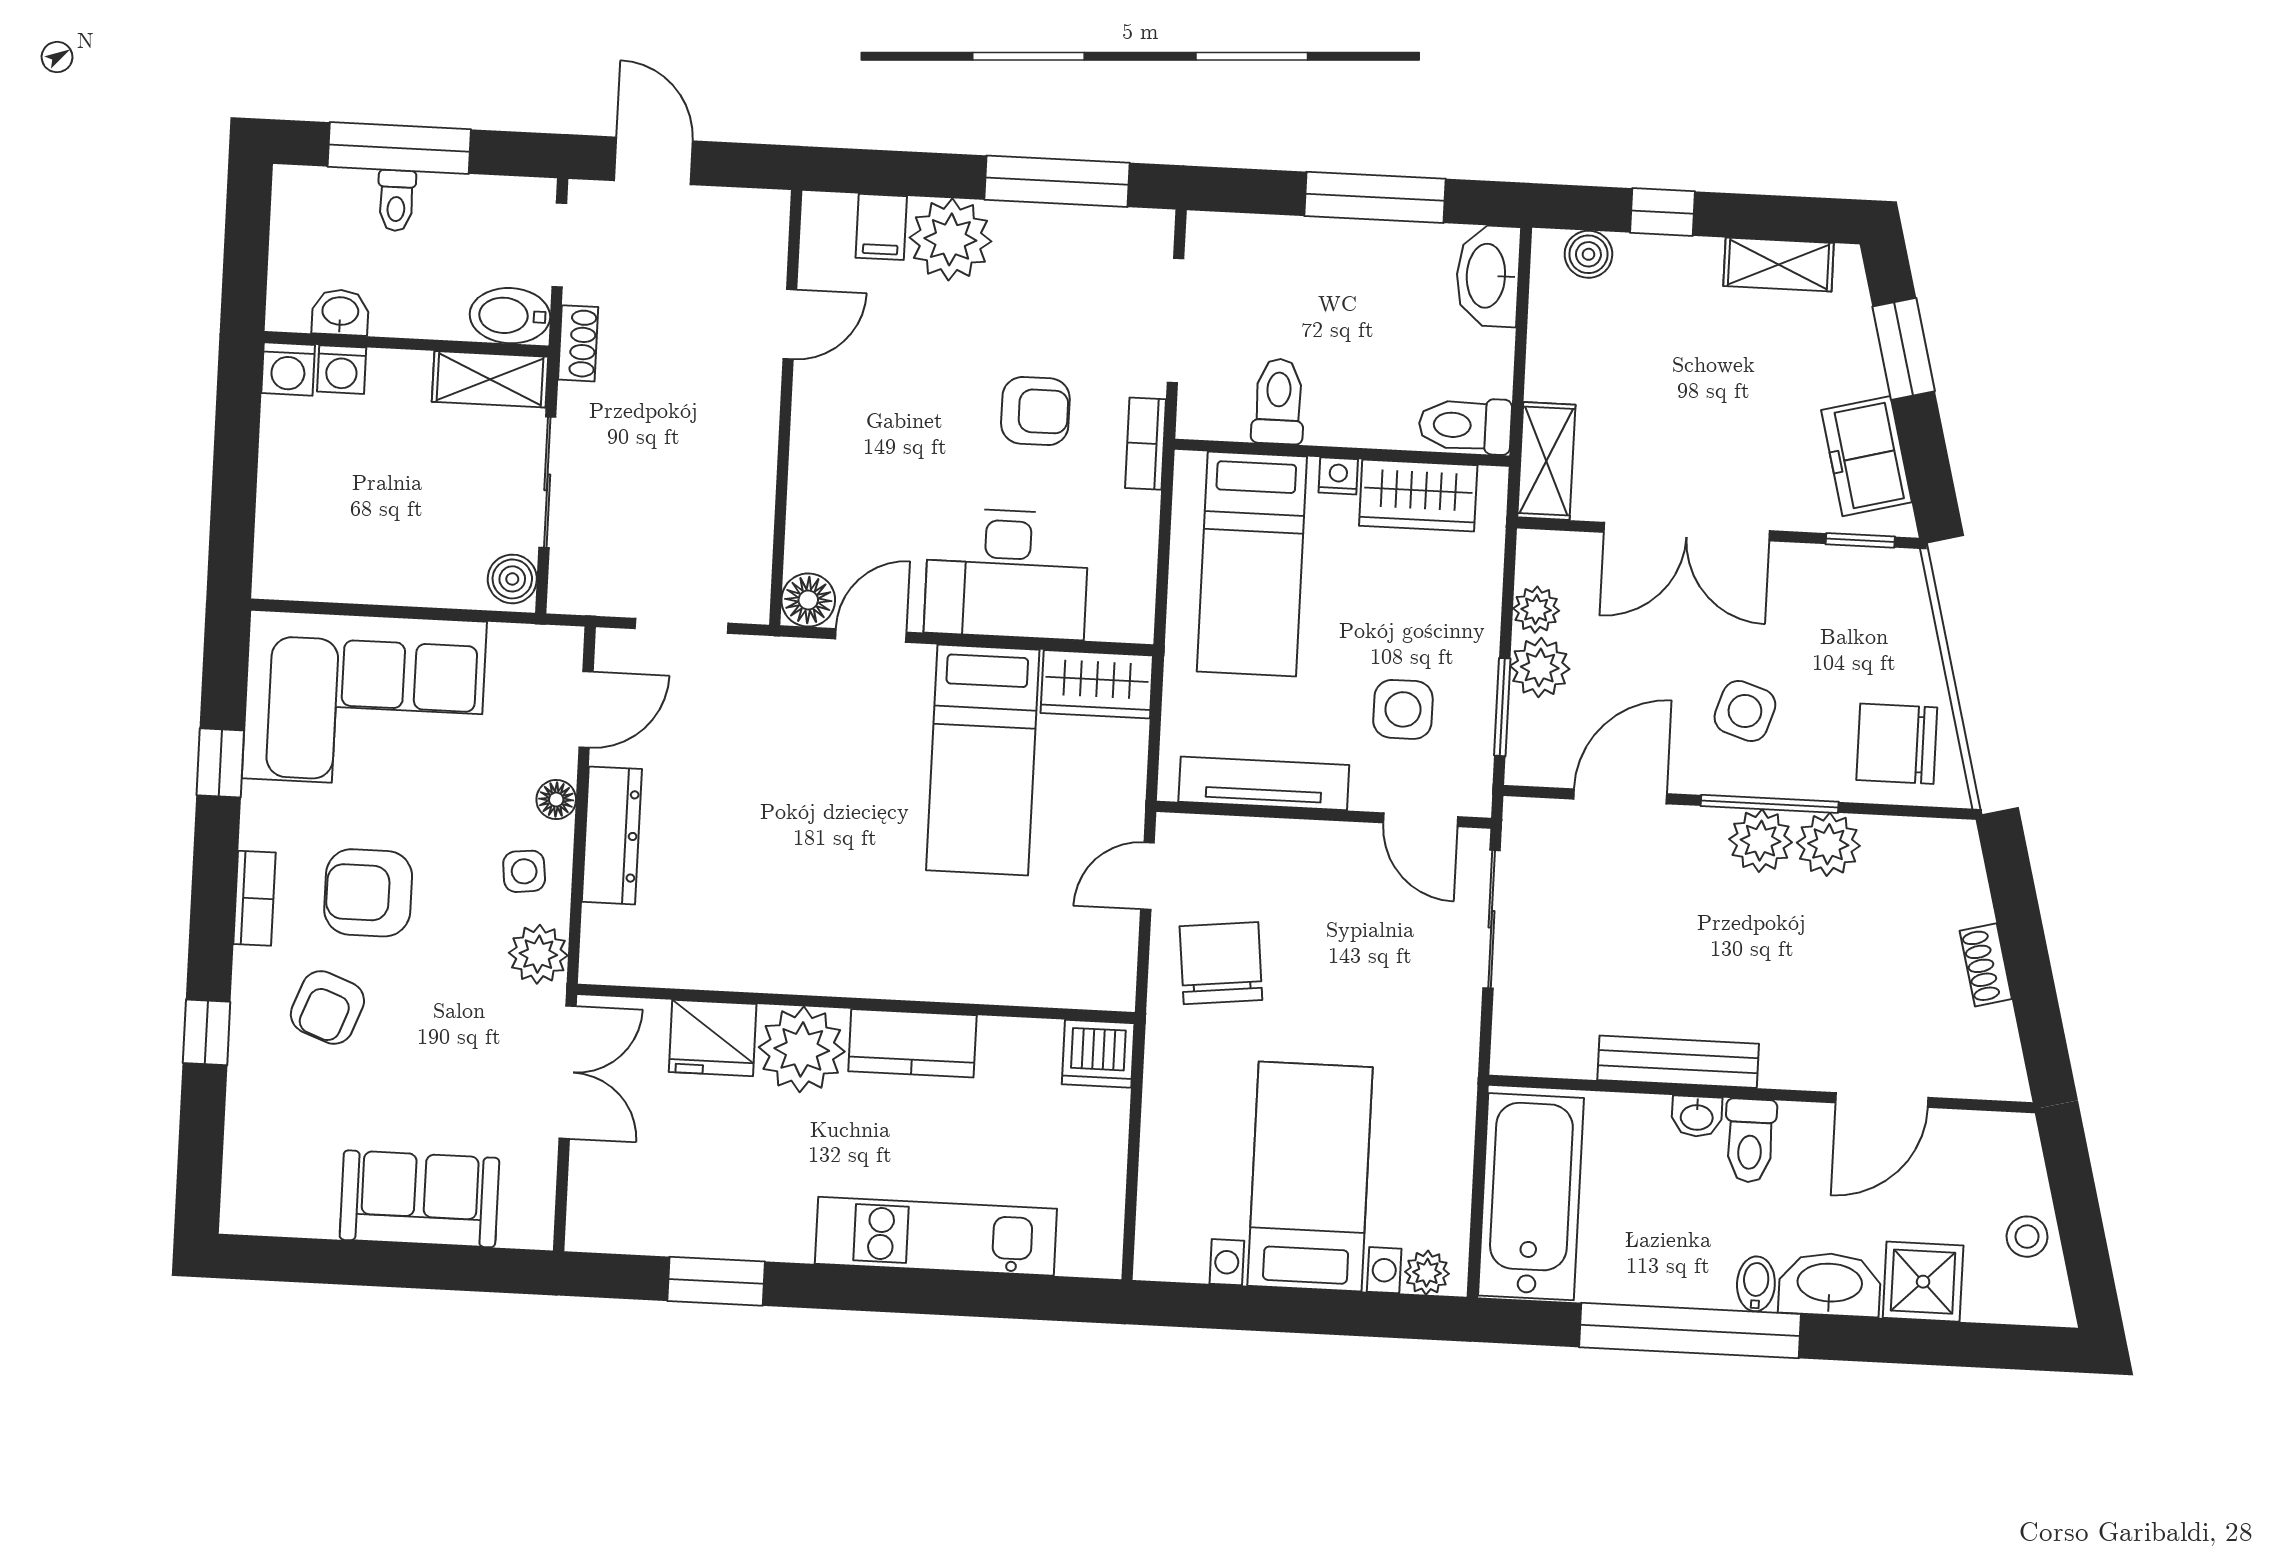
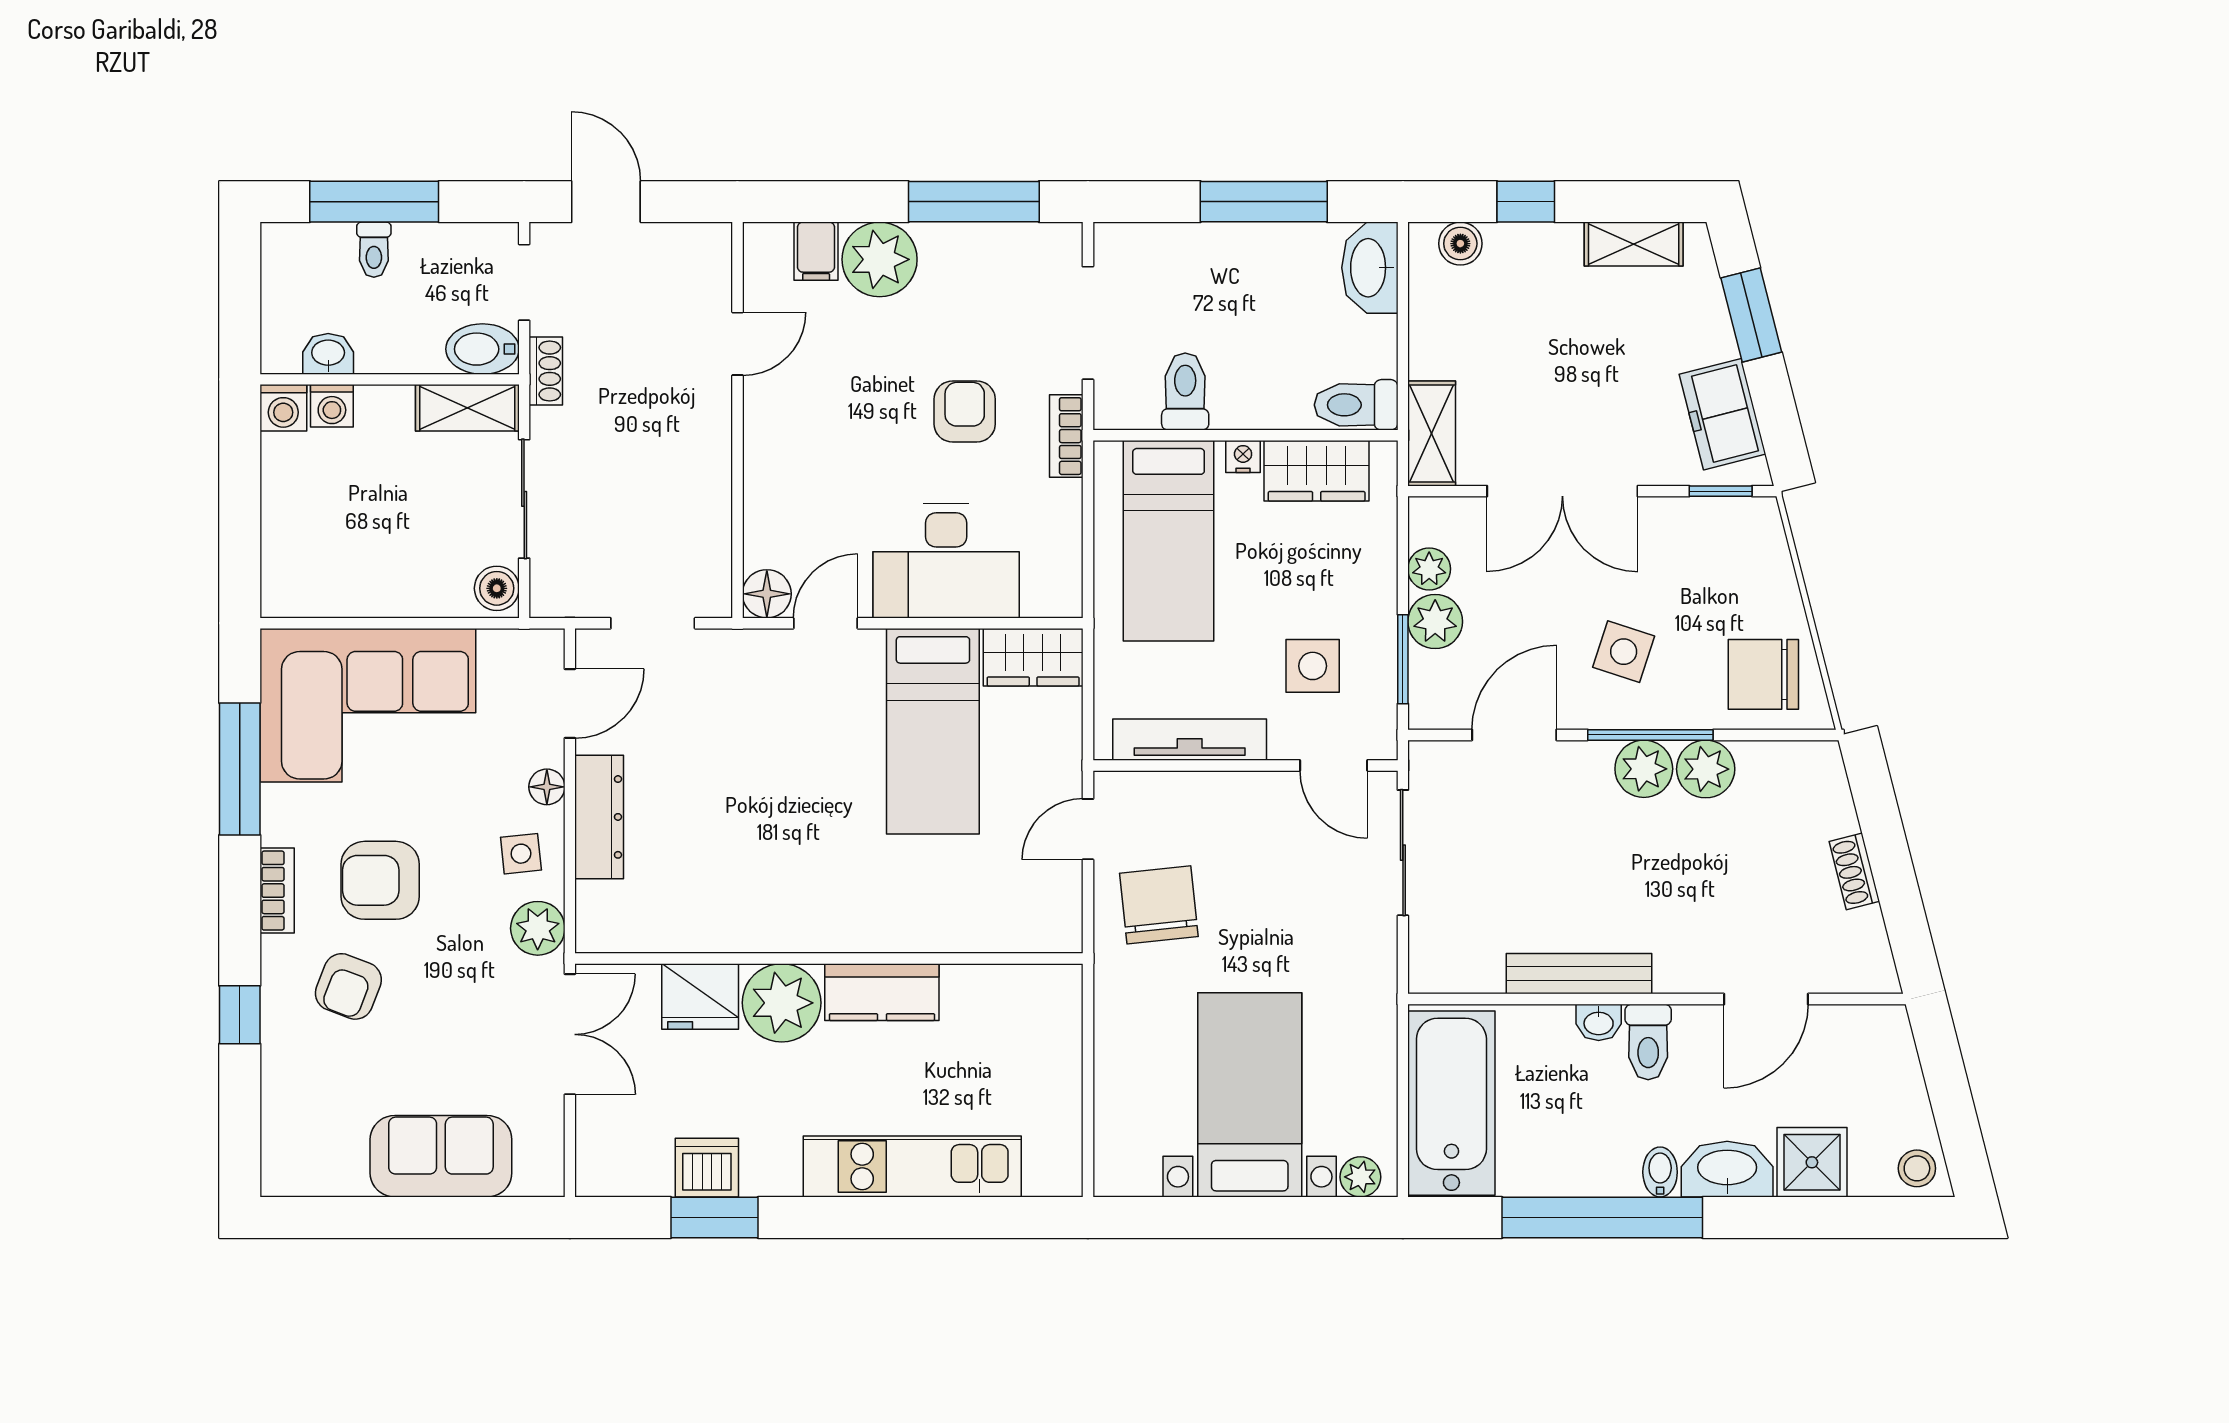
armchair: (1035, 411) -> (965, 412), turned -90
window: (220, 763) -> (240, 769), width x2.17
dishwasher: (1098, 1054) -> (707, 1168), moved, turned 180
stool: (2027, 1237) -> (1917, 1168), moved

